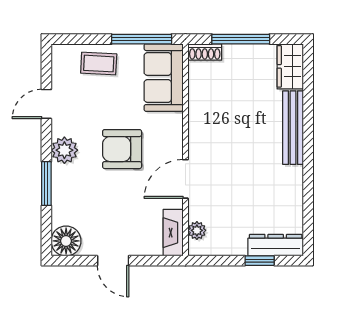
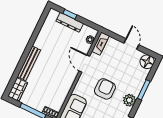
armchair: (122, 149) -> (105, 89), turned -90
door: (185, 179) -> (84, 64), swing flipped
dresser: (276, 245) -> (70, 22), moved

